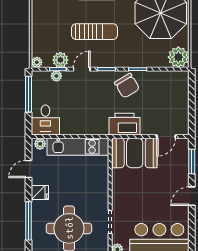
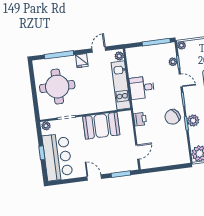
plant: (60, 60) -> (193, 121), moved
desk: (45, 120) -> (142, 88), moved
printer: (125, 124) -> (140, 119), width x0.53, depth x0.68
door: (166, 137) -> (137, 152), swing flipped
booth: (135, 153) -> (101, 126), moved, turned 90
door: (29, 169) -> (99, 50), hinge flipped

